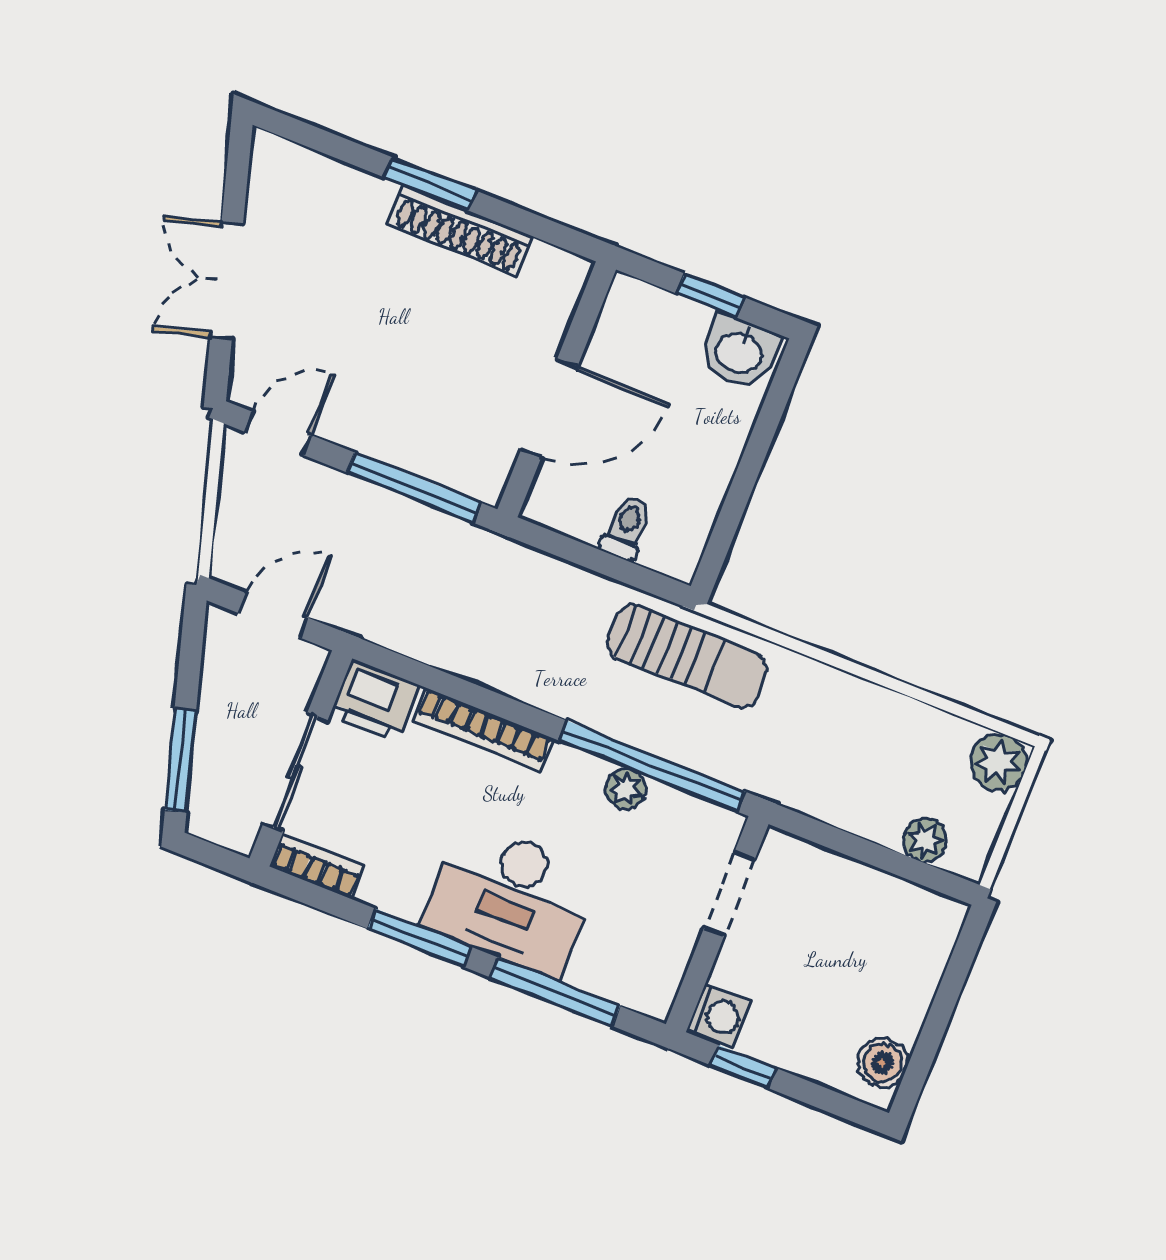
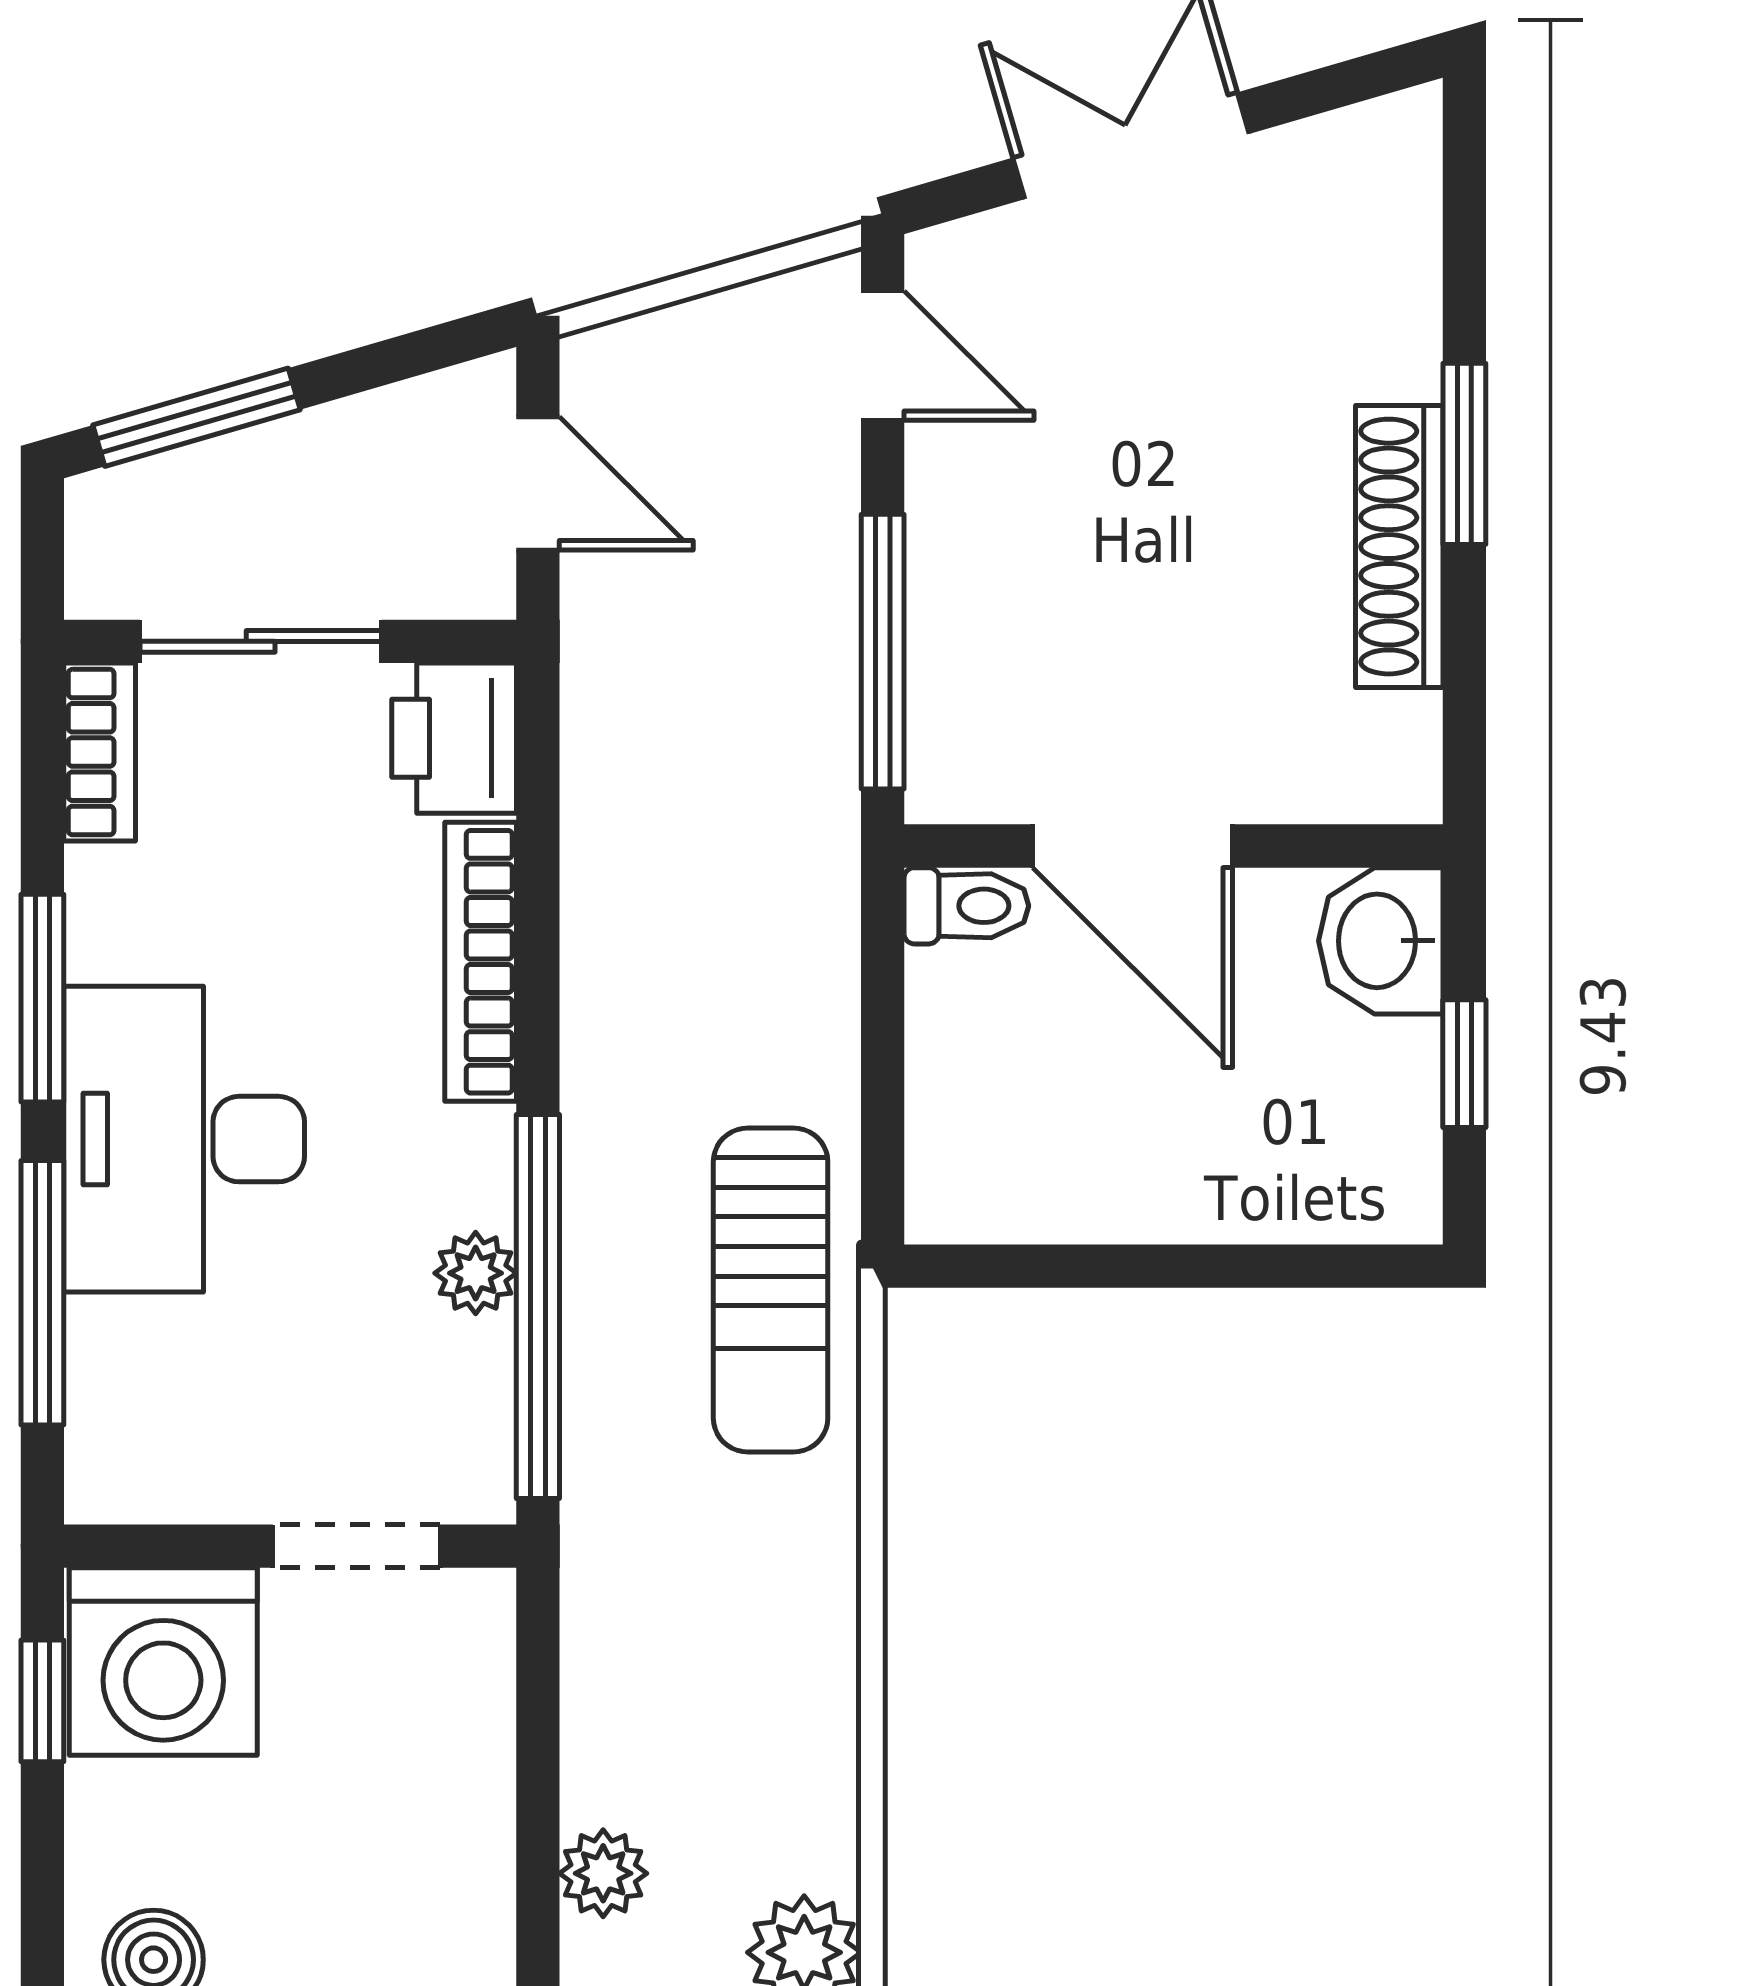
washbasin: (740, 352) -> (1381, 941), moved
toilet: (626, 527) -> (966, 906), moved
washing machine: (719, 1016) -> (163, 1662), width x1.89, depth x1.89

